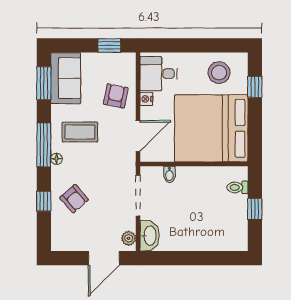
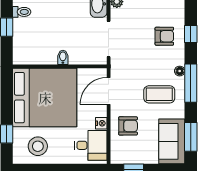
armchair: (116, 96) -> (128, 126), turned -101
bidet: (169, 174) -> (63, 57), moved
toilet: (237, 187) -> (22, 12), moved
armchair: (74, 199) -> (164, 36), turned 131

